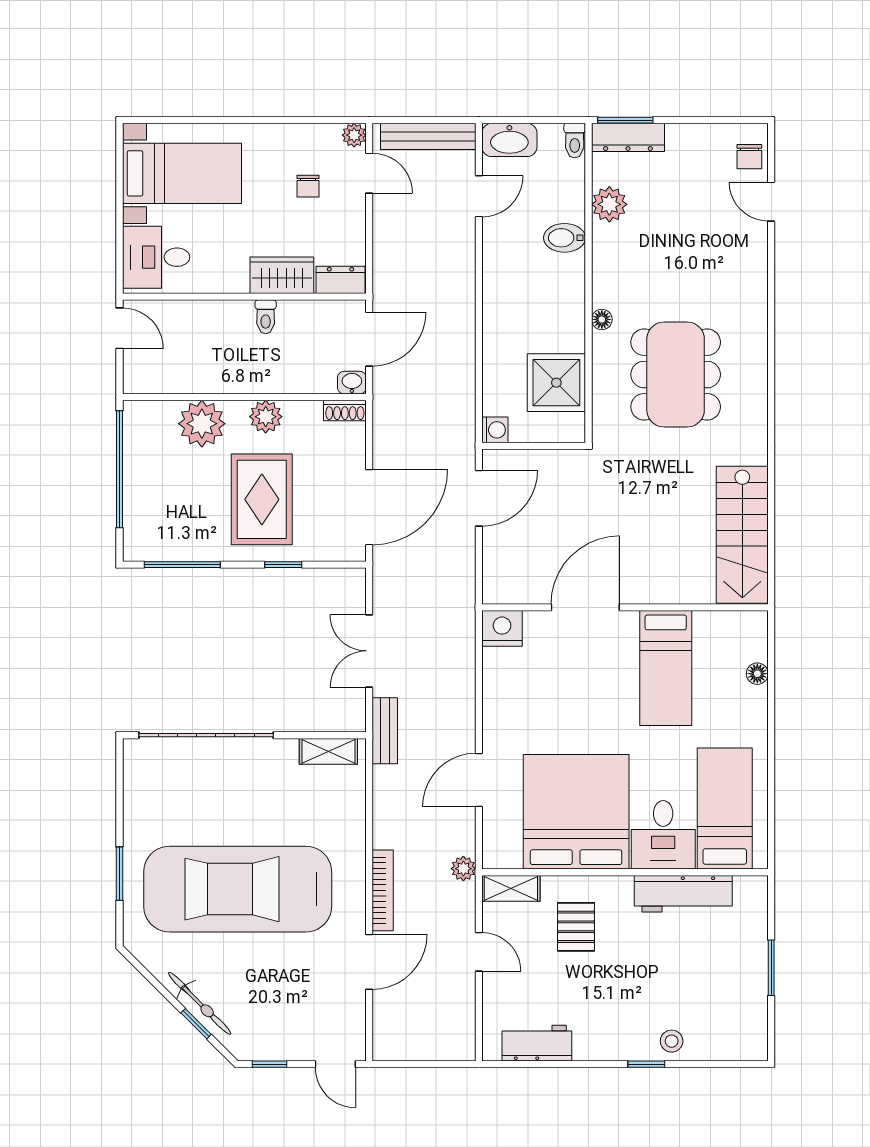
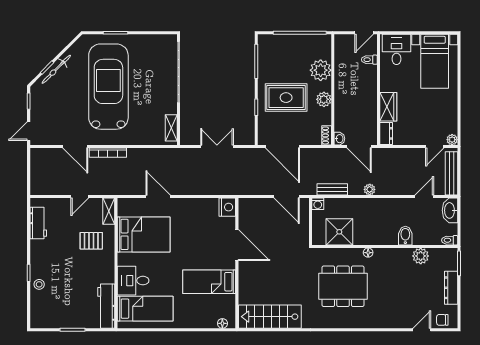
dresser: (628, 137) -> (451, 288), moved
chair: (308, 186) -> (429, 119), removed
door: (479, 196) -> (424, 197), swing flipped
toilet: (266, 317) -> (369, 60), moved
floor lamp: (757, 674) -> (222, 323), moved
bench: (385, 731) -> (332, 189), moved
bed: (576, 812) -> (144, 234), width x0.73
plant: (463, 869) -> (370, 189), moved
workbench: (683, 894) -> (106, 306), moved

